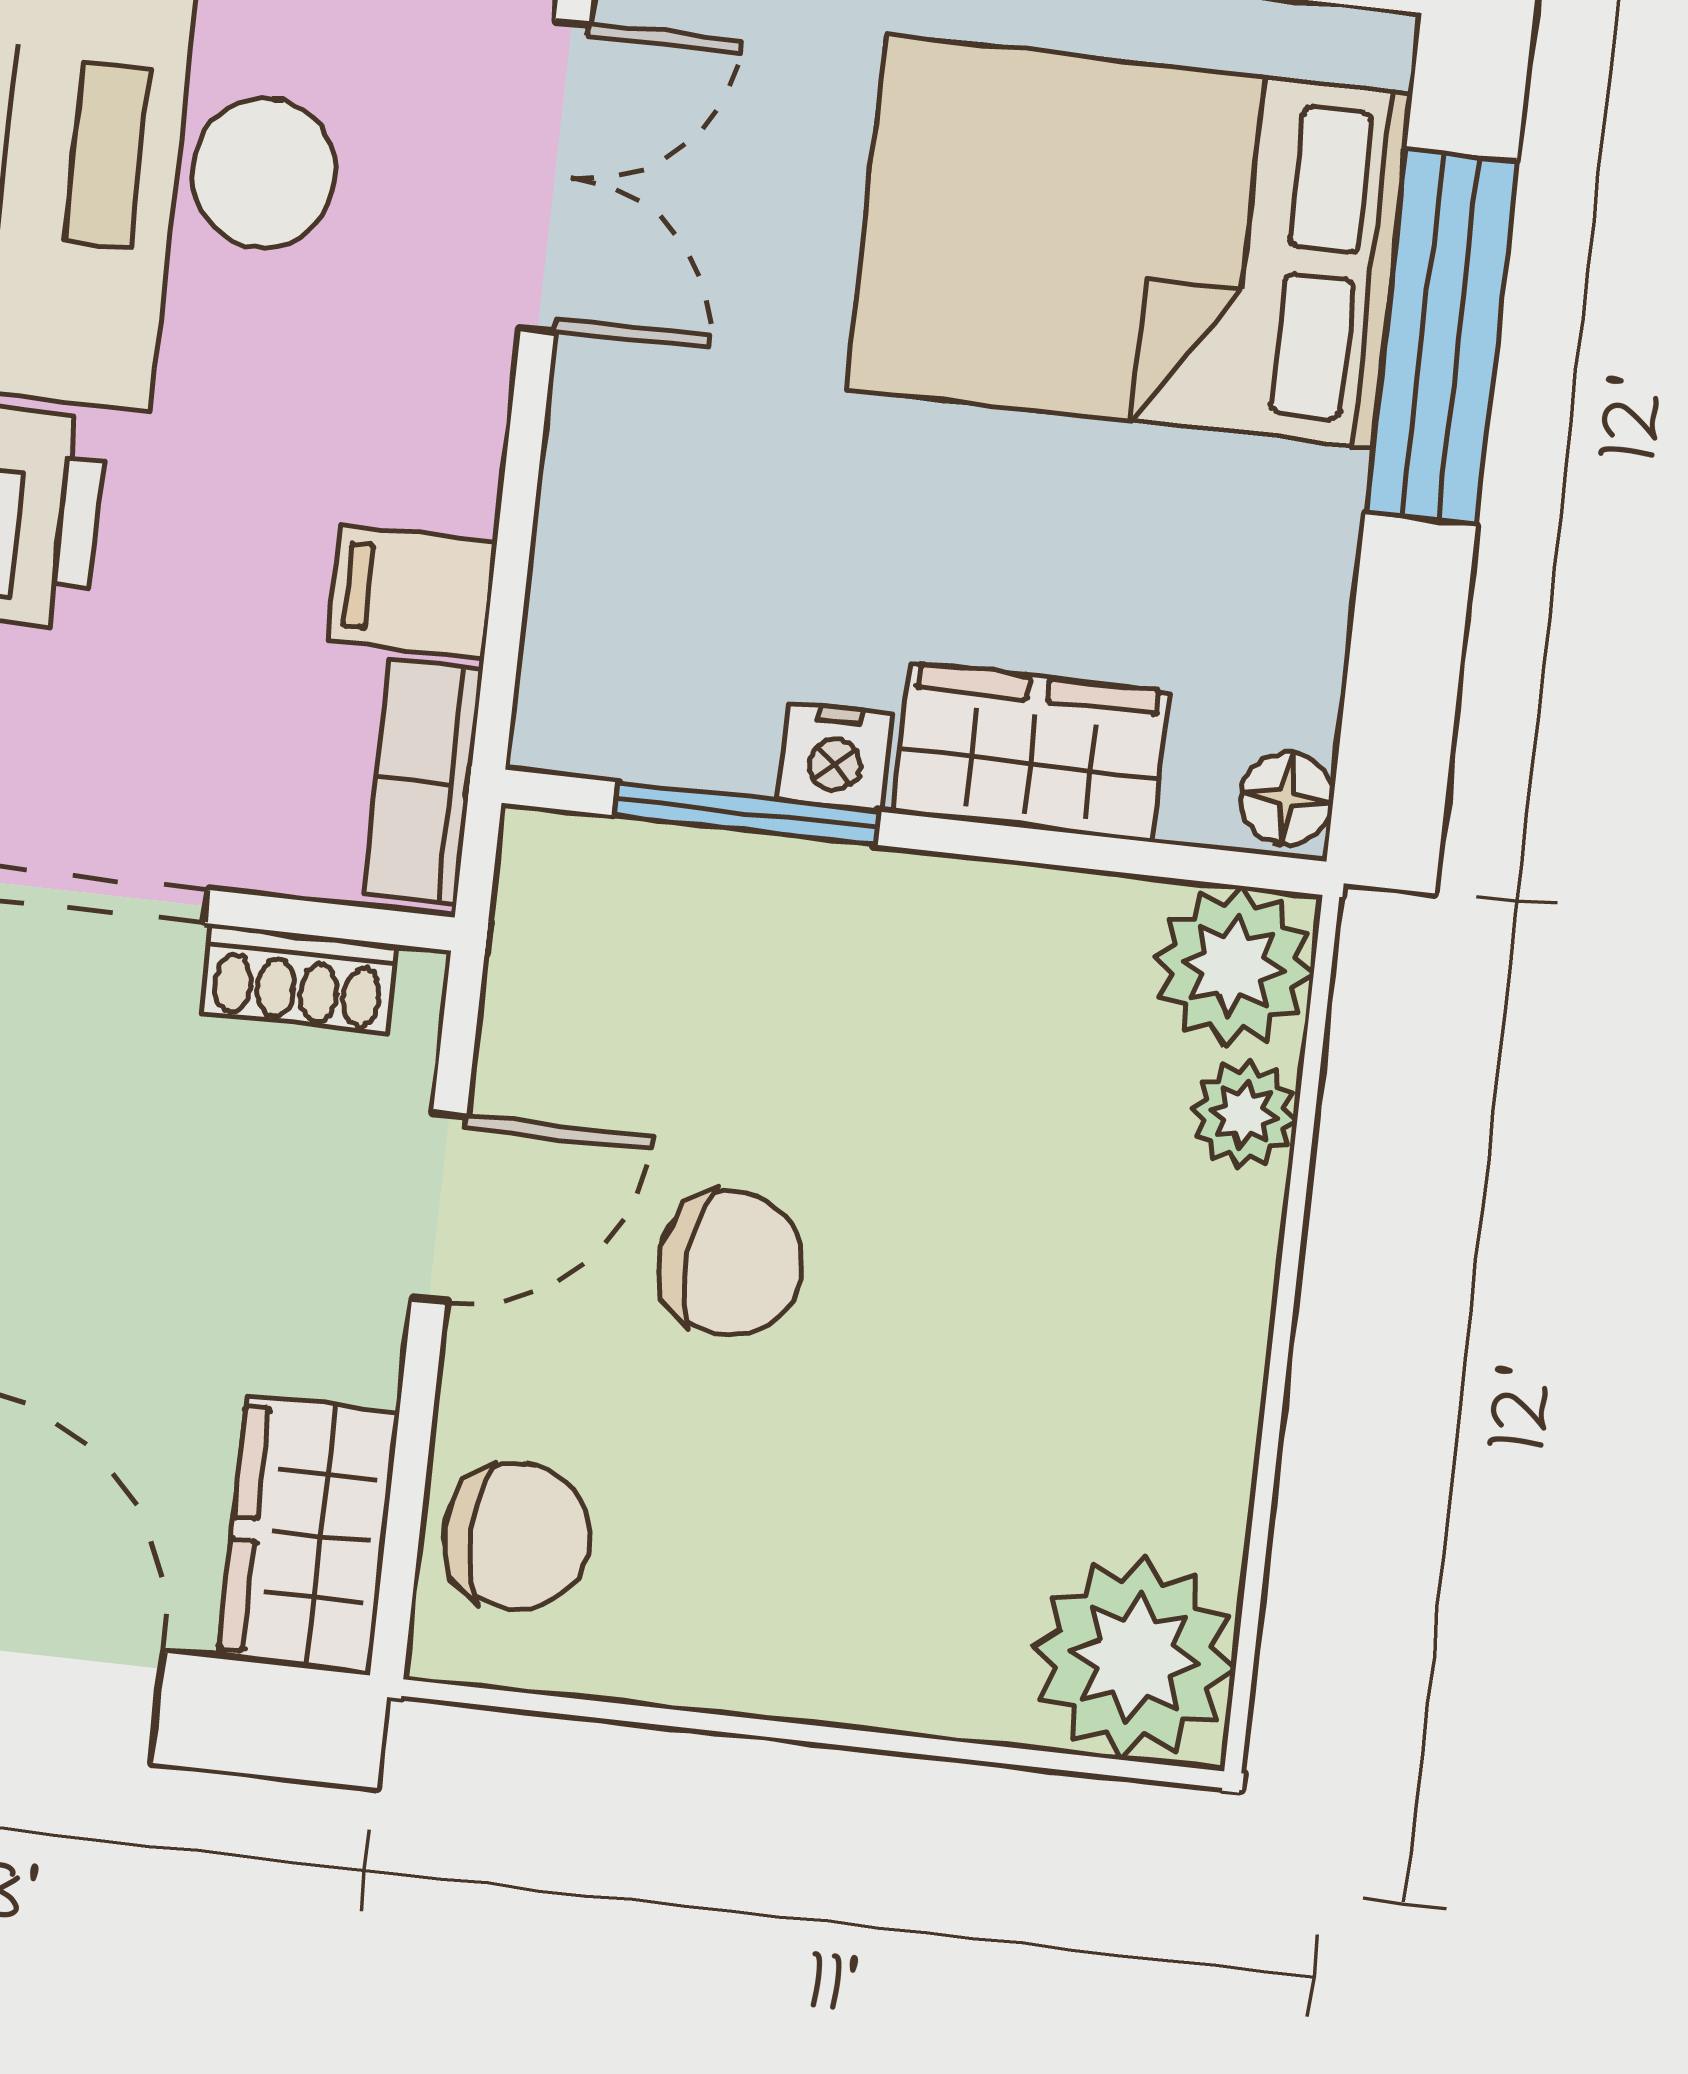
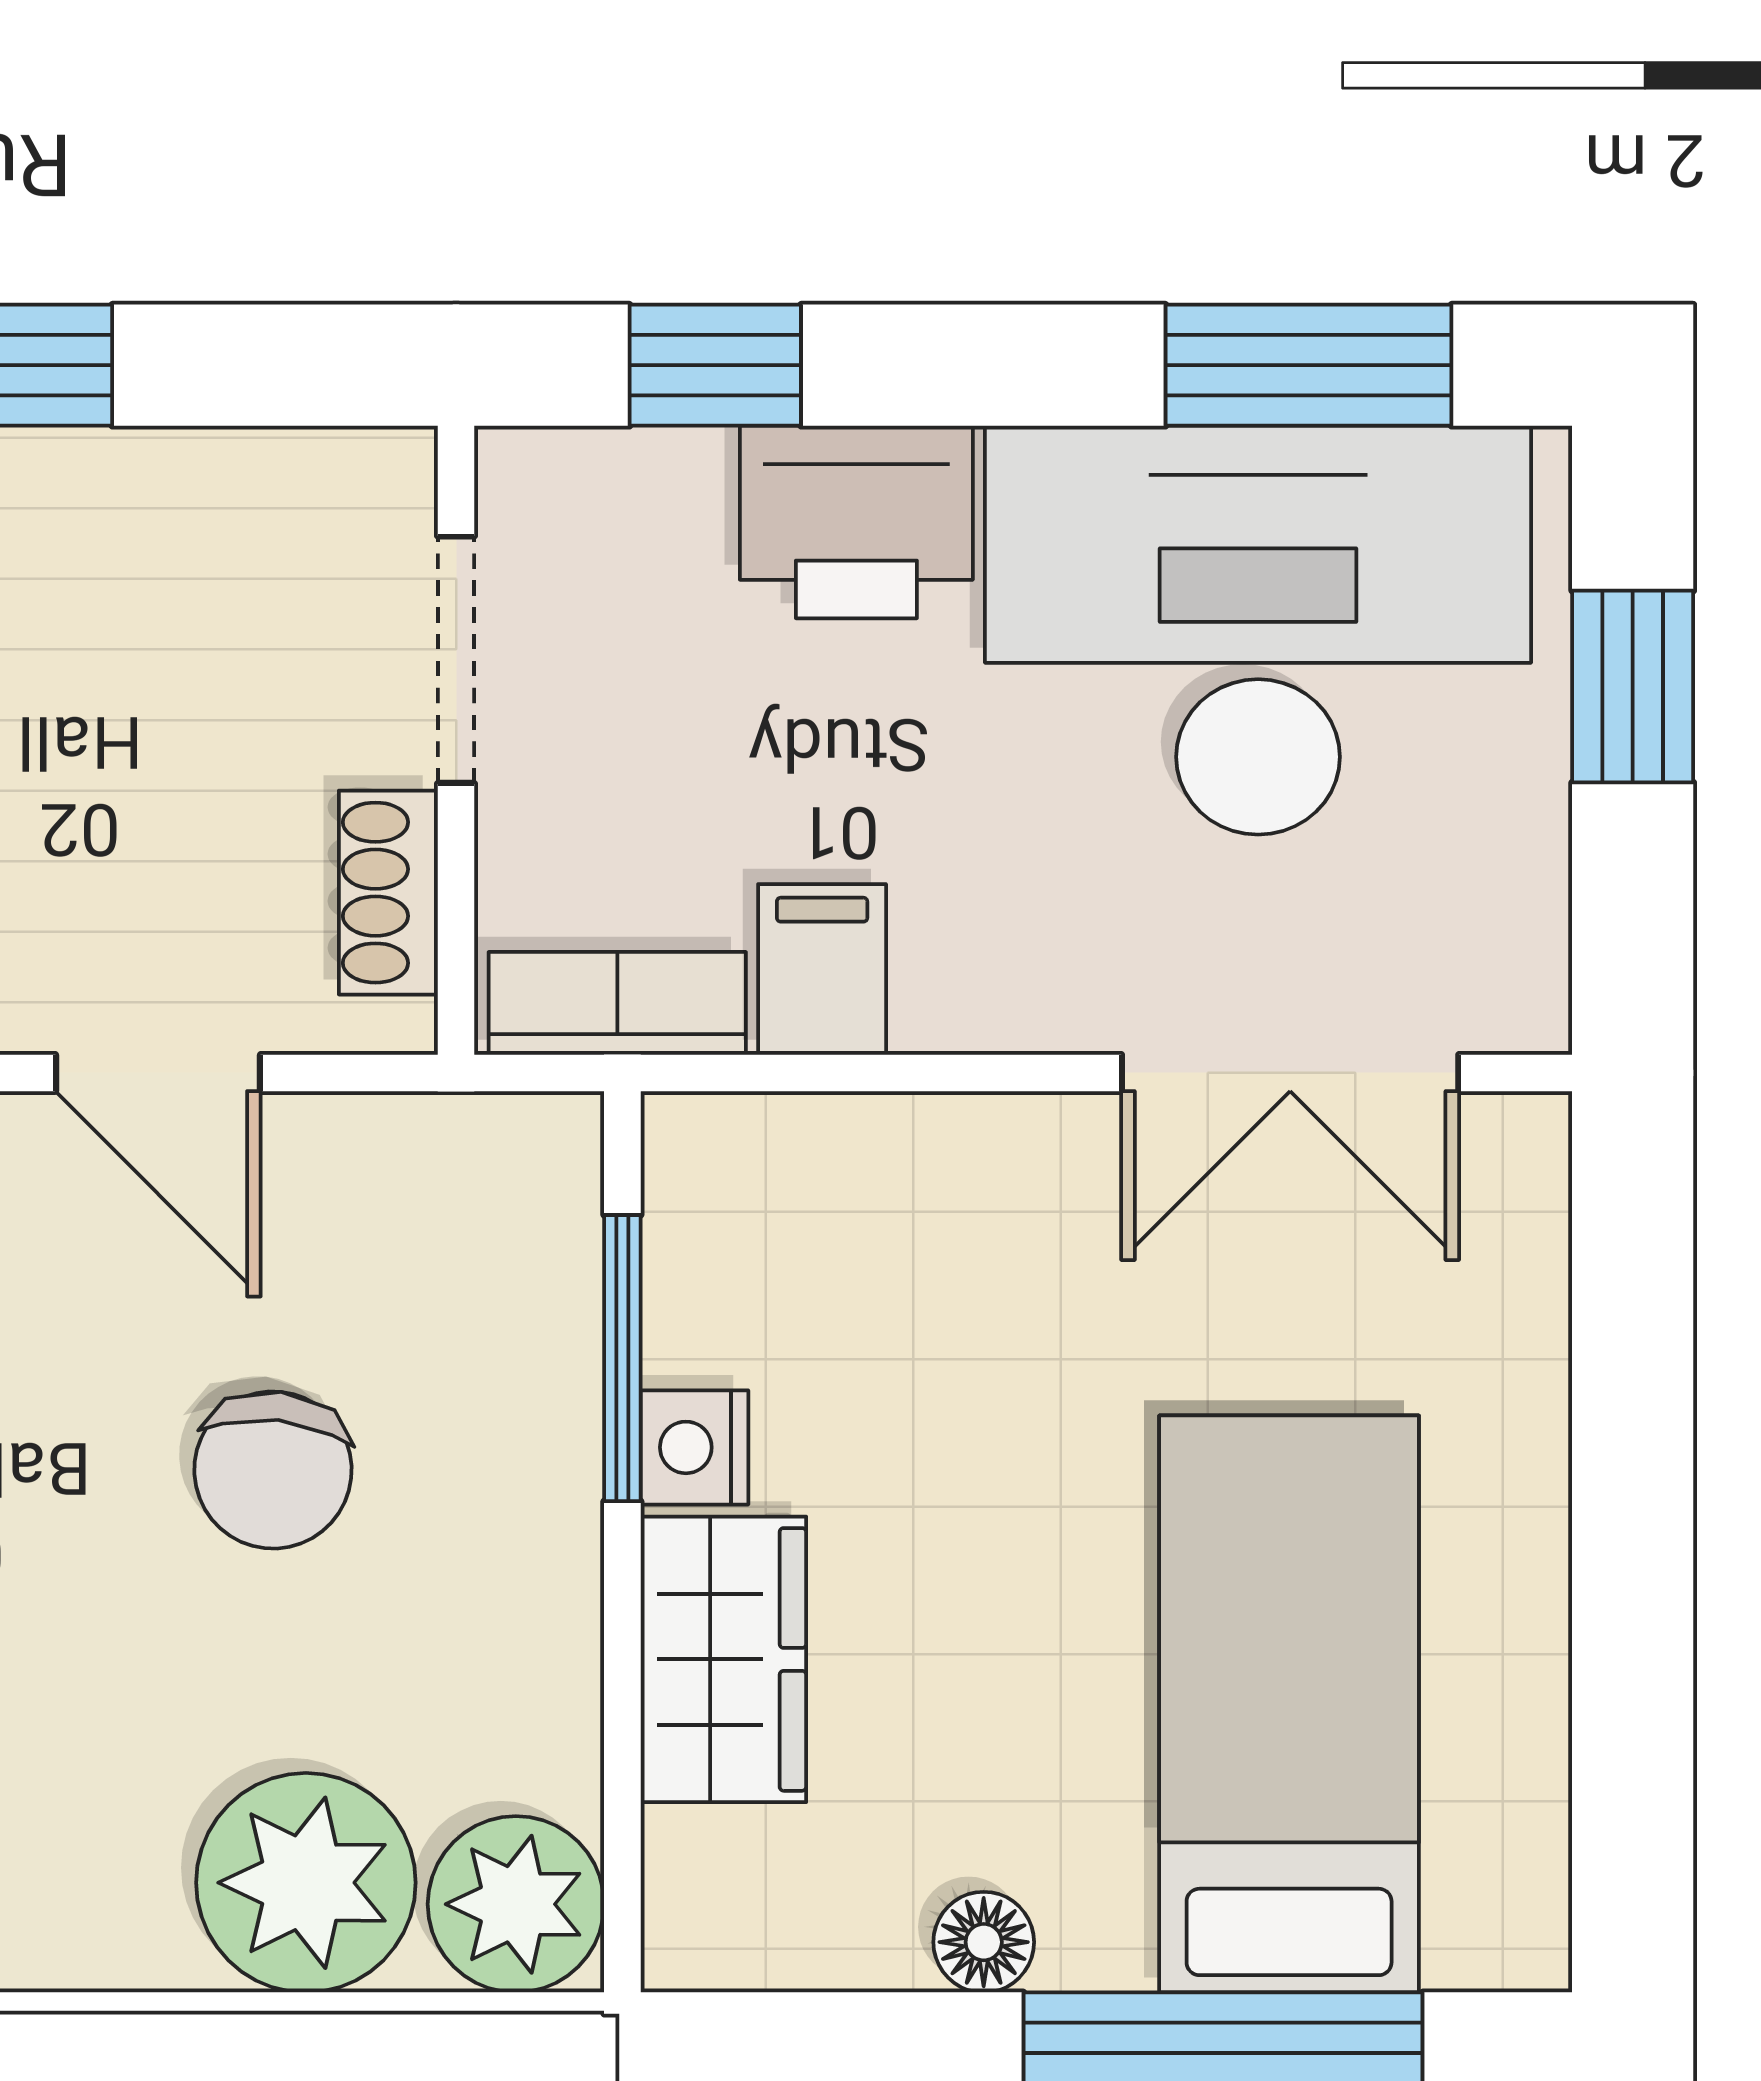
bed: (1130, 241) -> (1289, 1704), width x0.67
floor lamp: (1287, 798) -> (984, 1942), moved
plant: (1244, 1114) -> (306, 1883), width x1.87, depth x1.87
chair: (731, 1263) -> (273, 1470), moved

